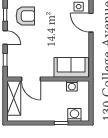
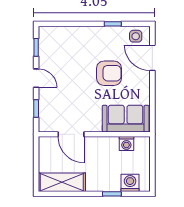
armchair: (25, 16) -> (109, 73), moved
shelving: (14, 98) -> (62, 182), moved, turned 90

